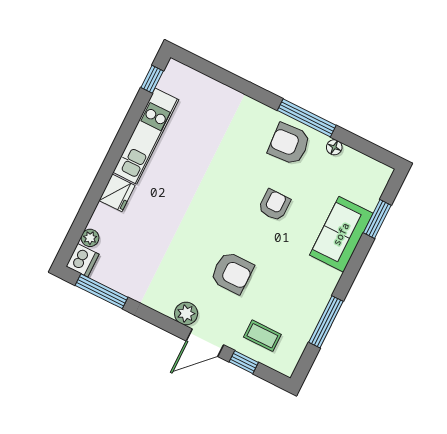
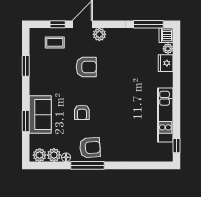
plant: (351, 160) -> (54, 155), added
plant: (374, 171) -> (40, 155), added
fridge: (117, 193) -> (166, 63), moved
window: (377, 219) -> (26, 121), moved
armchair: (232, 273) -> (86, 67), turned 180
window: (326, 322) -> (26, 66), width x0.69

